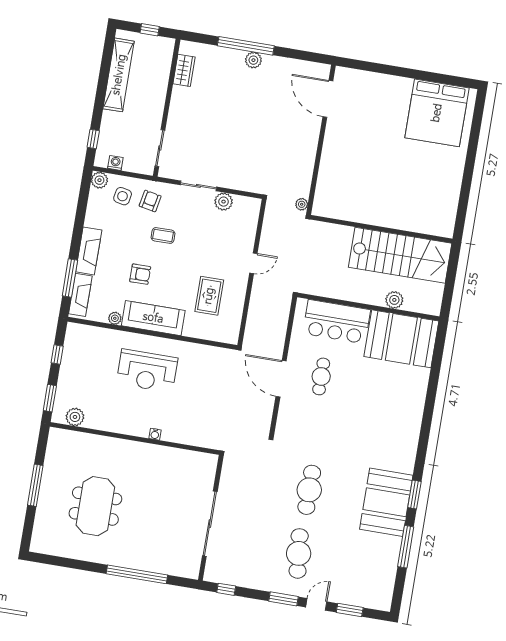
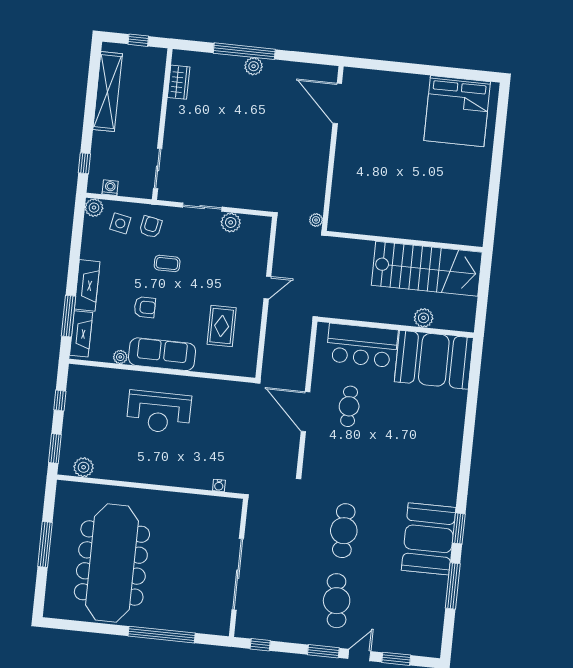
water cooler: (155, 434) -> (219, 485), moved
meeting table: (95, 506) -> (112, 563), width x1.86, depth x1.27

